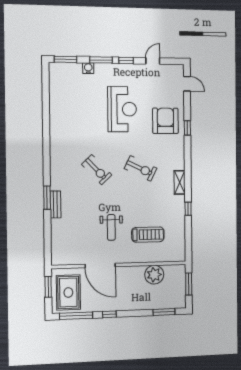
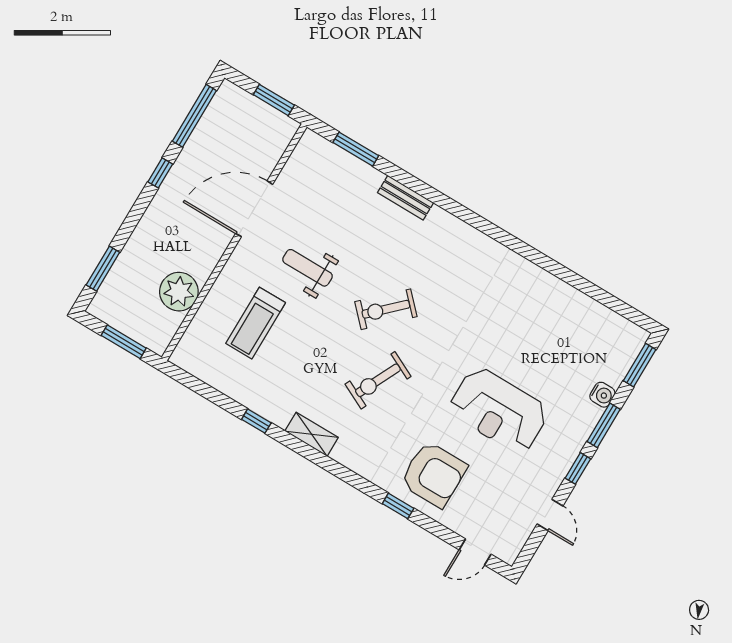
exercise bike: (97, 170) -> (386, 309), moved
window: (47, 198) -> (356, 149), moved
rug: (68, 292) -> (243, 127), removed

